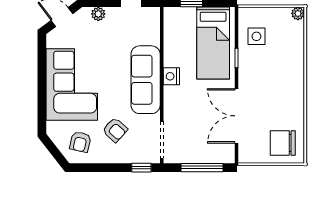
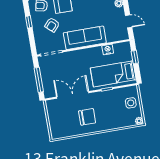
side table: (256, 36) -> (131, 103), moved
nightstand: (171, 76) -> (108, 50), moved
chair: (283, 143) -> (87, 117), moved, turned 90
window: (141, 168) -> (29, 22), moved

